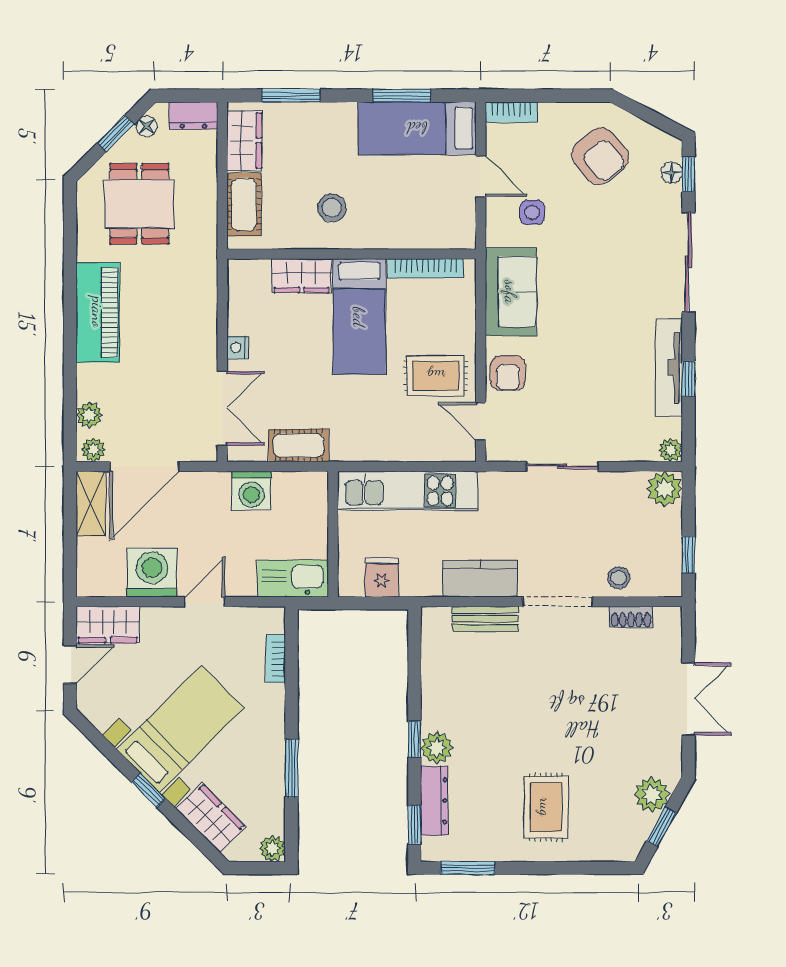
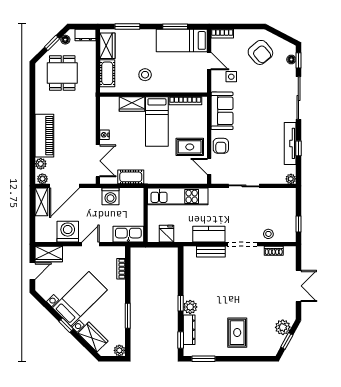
piano: (98, 312) -> (44, 136), moved
plant: (665, 489) -> (288, 196), removed

